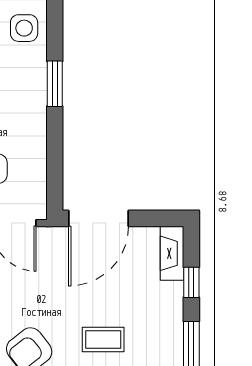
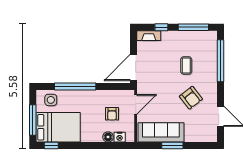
window: (55, 84) -> (75, 87), width x2.11
door: (99, 218) -> (134, 68), swing flipped

